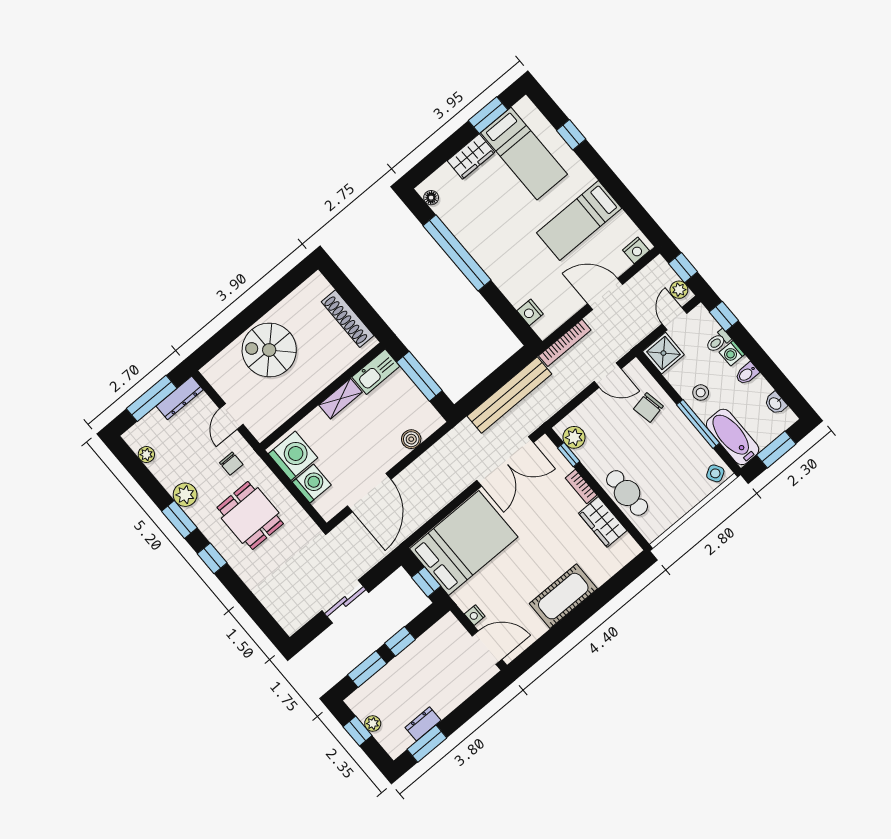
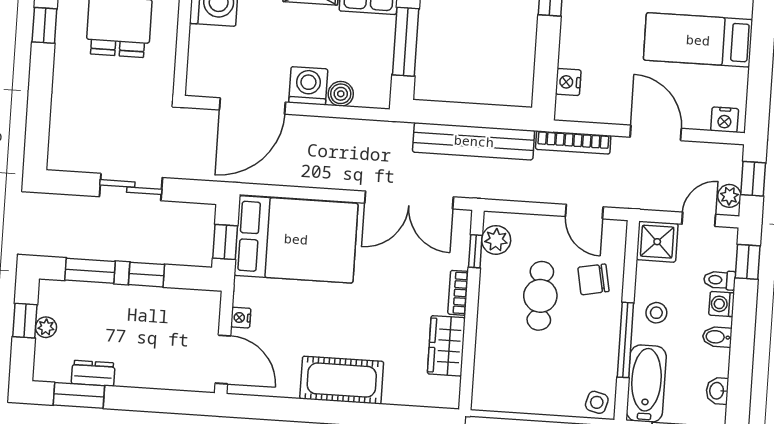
side table: (715, 473) -> (597, 402), turned 45
washing machine: (312, 484) -> (308, 86), moved, turned -90
cafe table: (627, 493) -> (540, 296), moved

